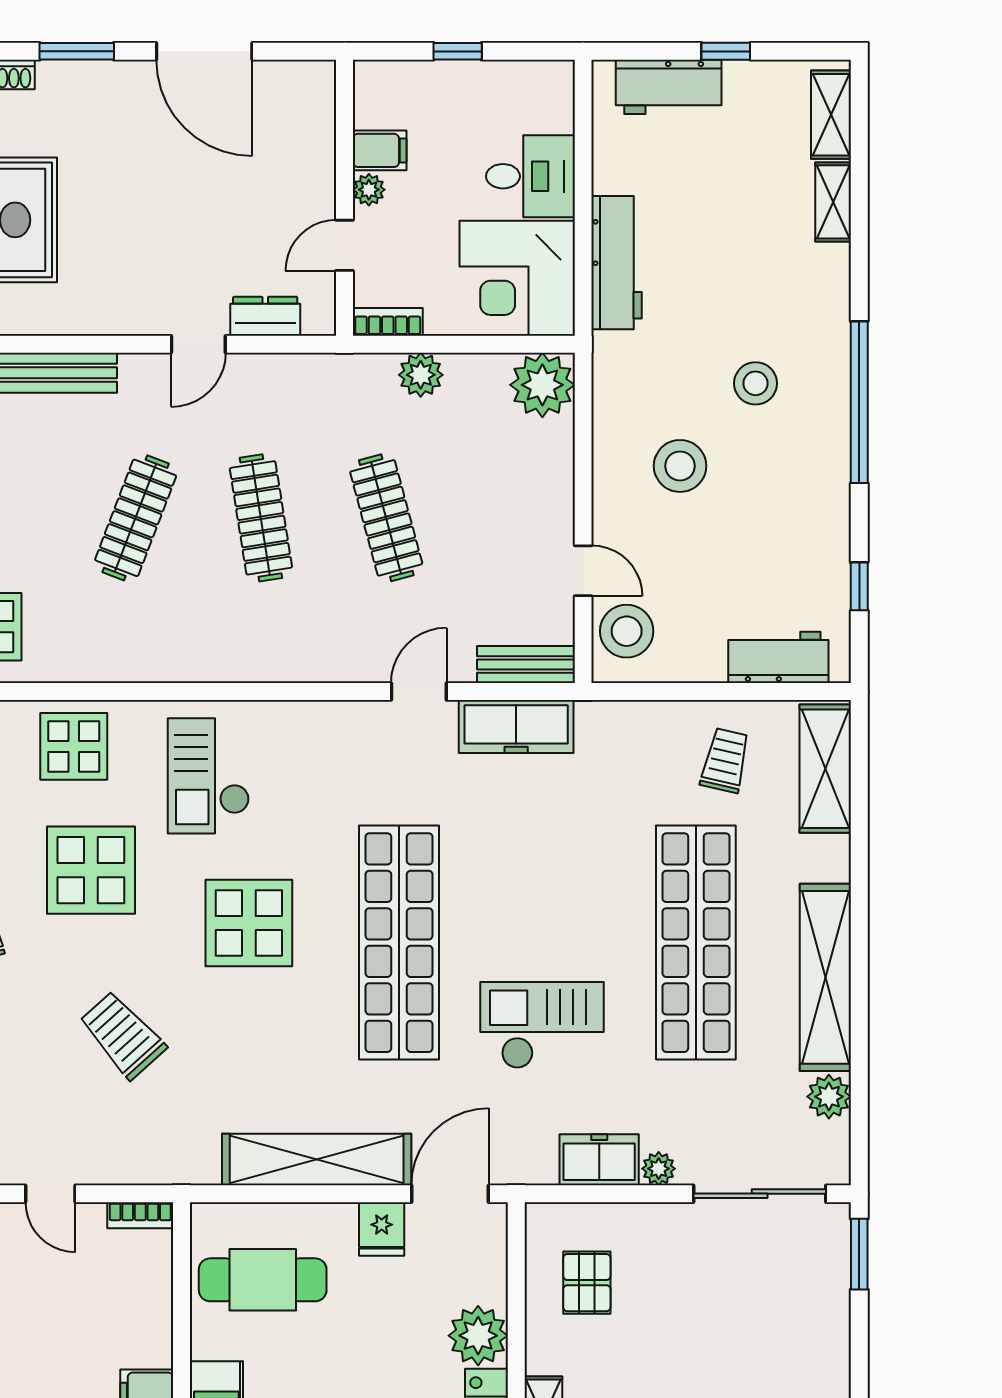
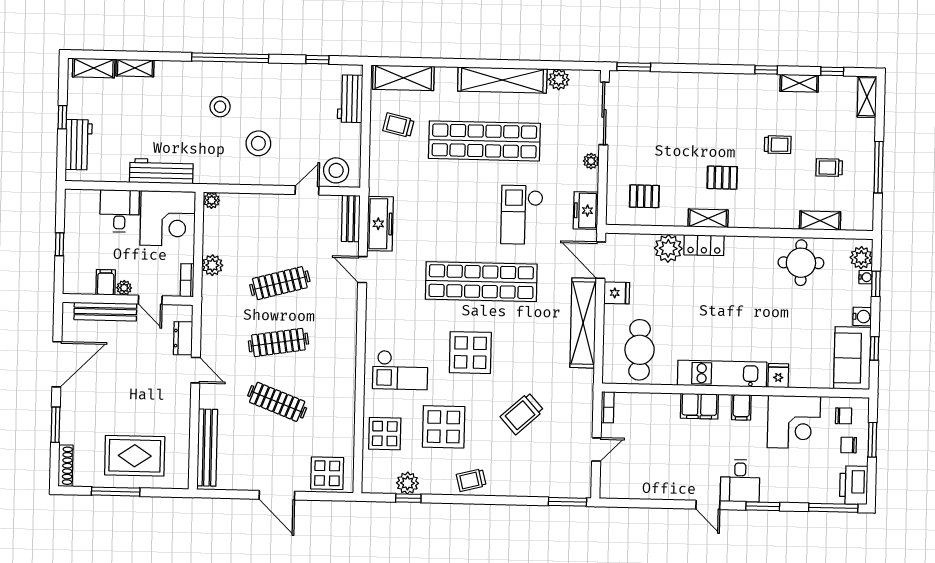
bench: (318, 151) -> (105, 312), added
plant: (542, 385) -> (212, 200), width x0.53, depth x0.53
freezer: (599, 1160) -> (586, 211), moved

